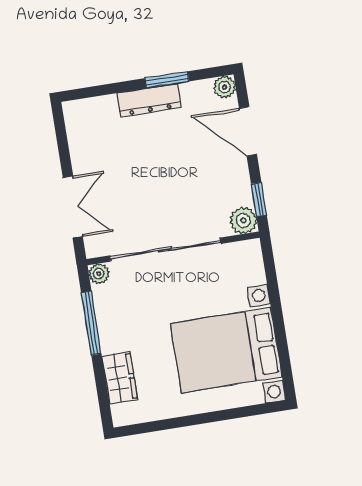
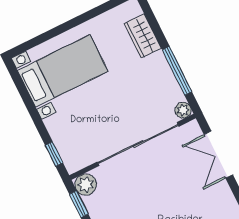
window: (270, 269) -> (54, 154), added
bed with nightstands: (226, 350) -> (63, 71), width x0.73

